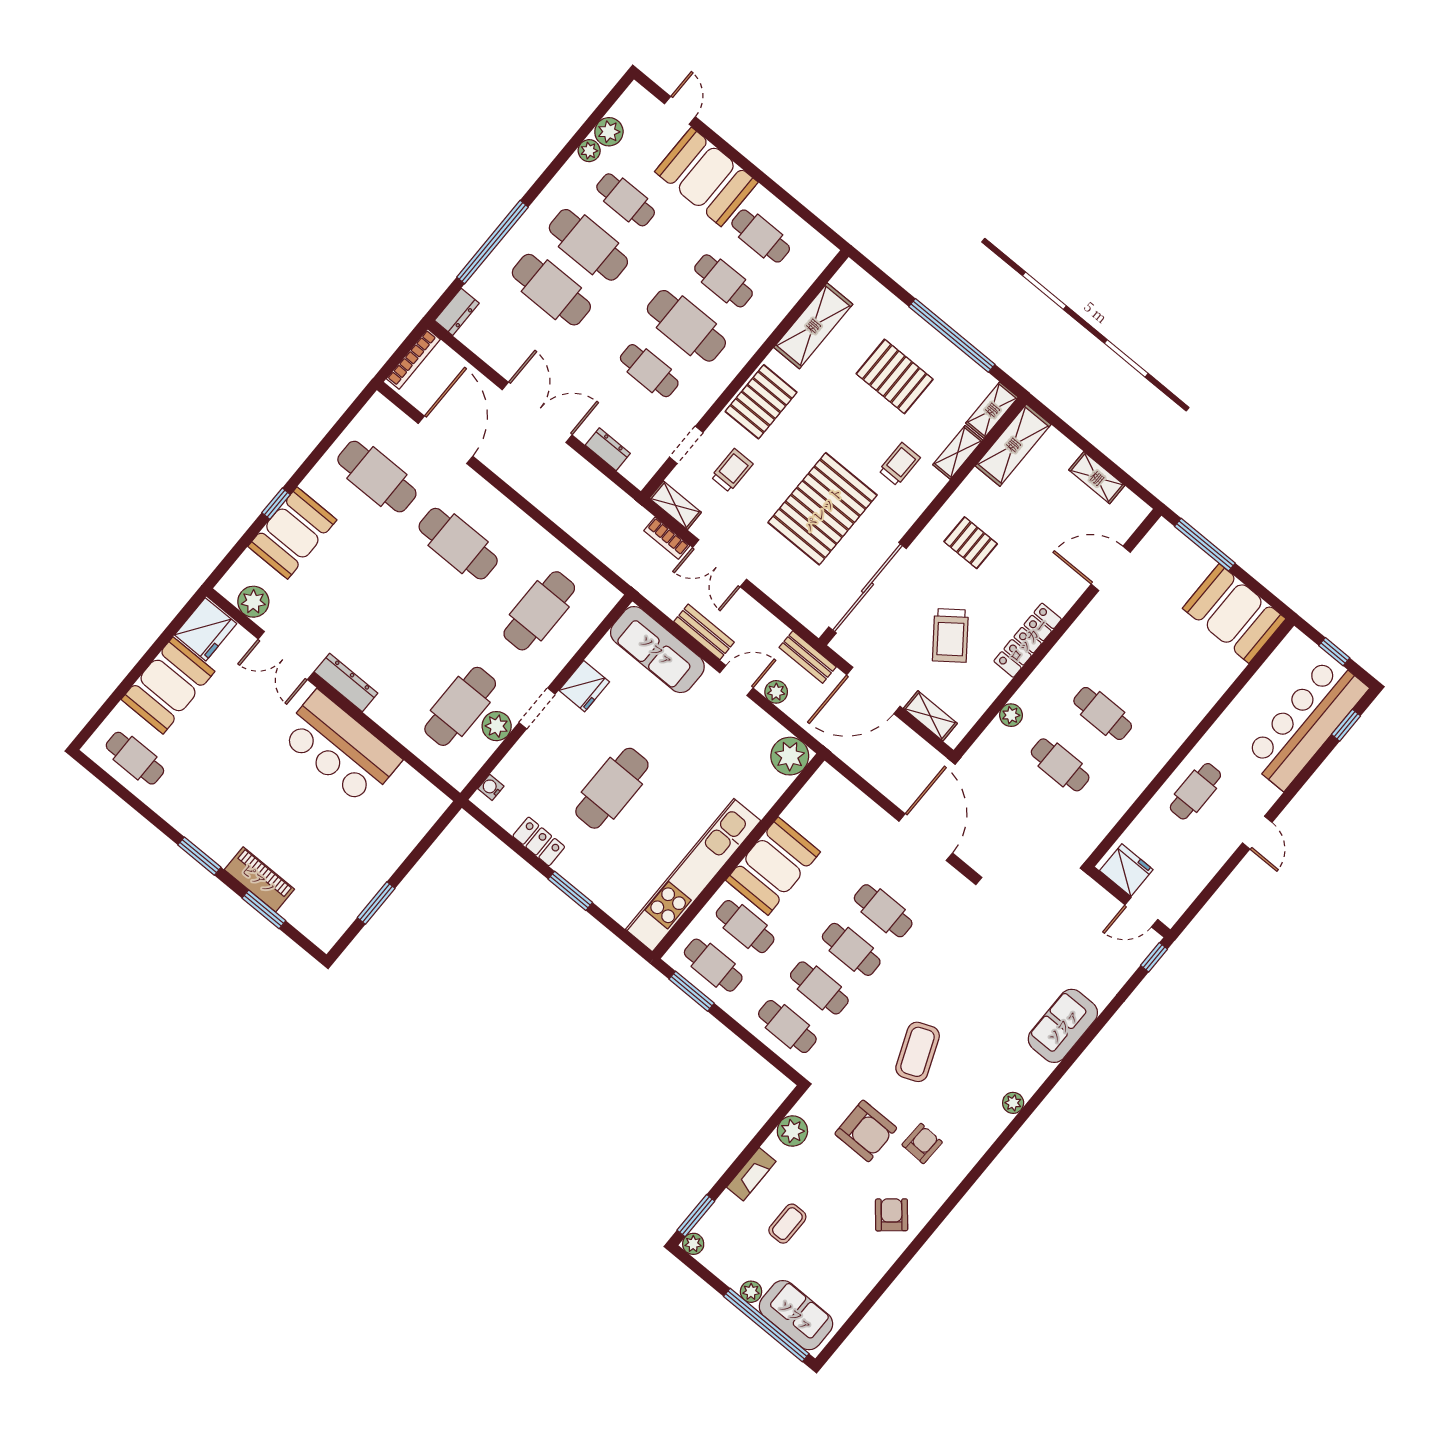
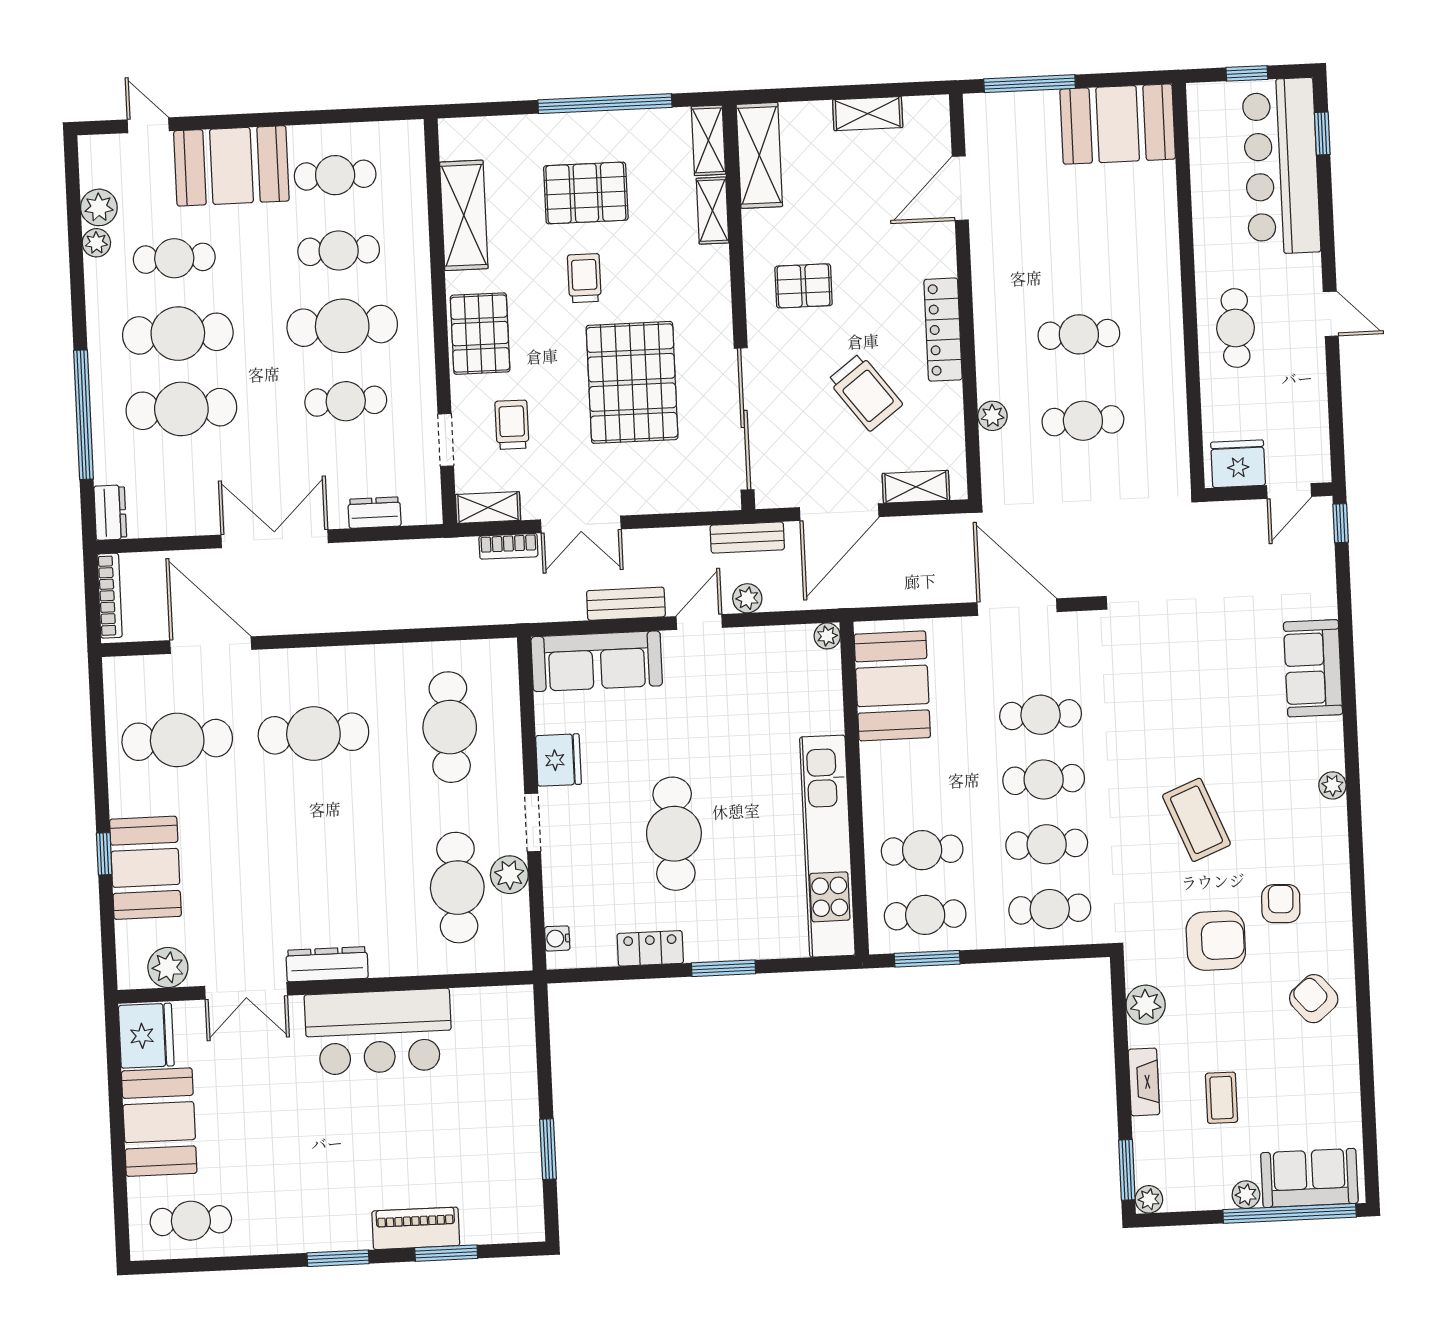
trolley: (899, 464) -> (584, 278), moved
plant: (790, 756) -> (827, 636), width x0.53, depth x0.53
booth: (773, 866) -> (892, 686), moved

